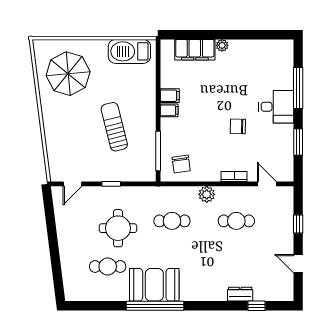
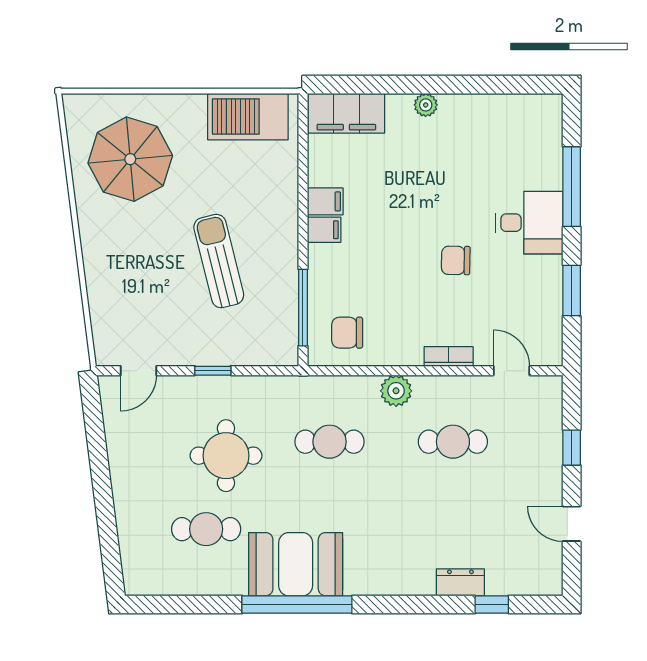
filing cabinet: (195, 50) -> (346, 113), moved
chair: (181, 164) -> (347, 333), turned 98

